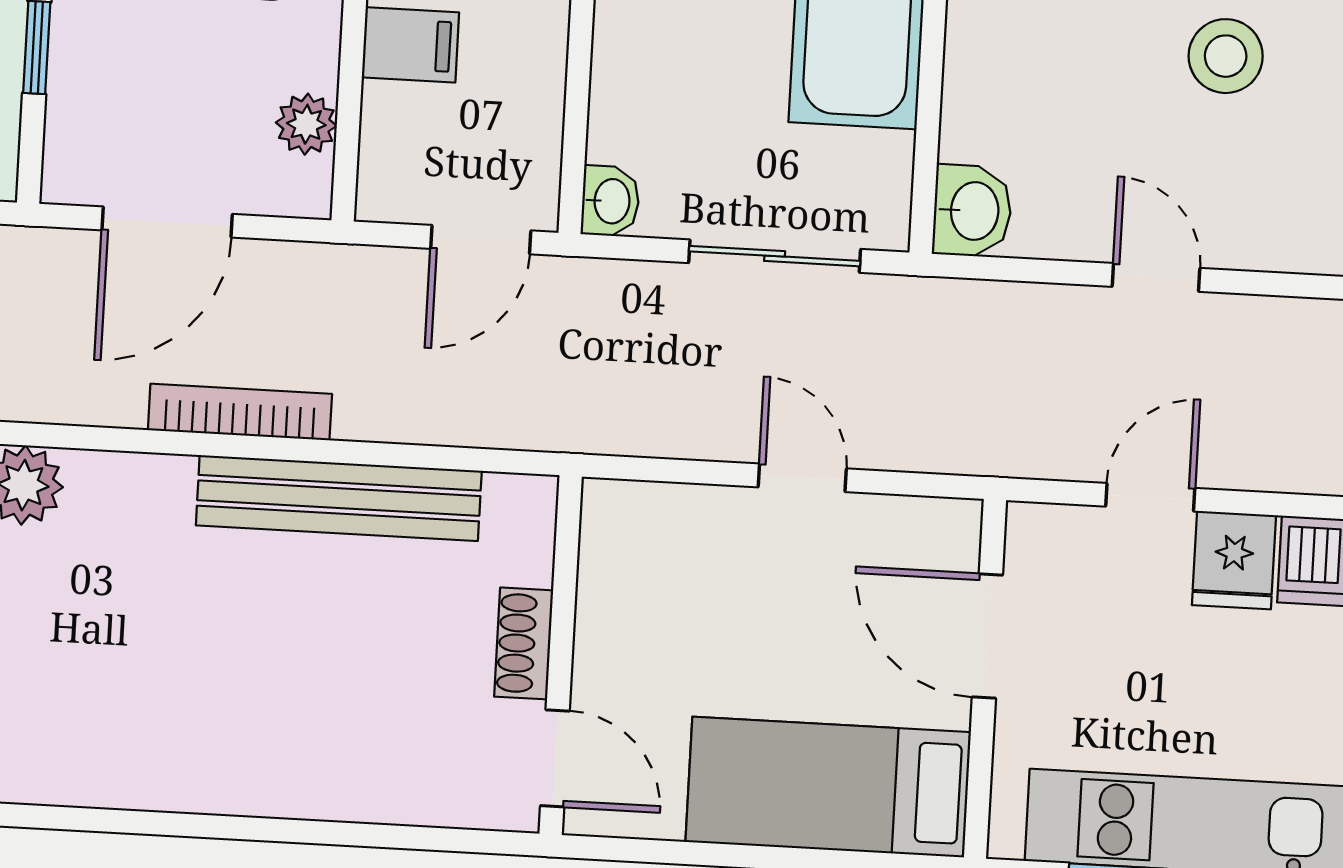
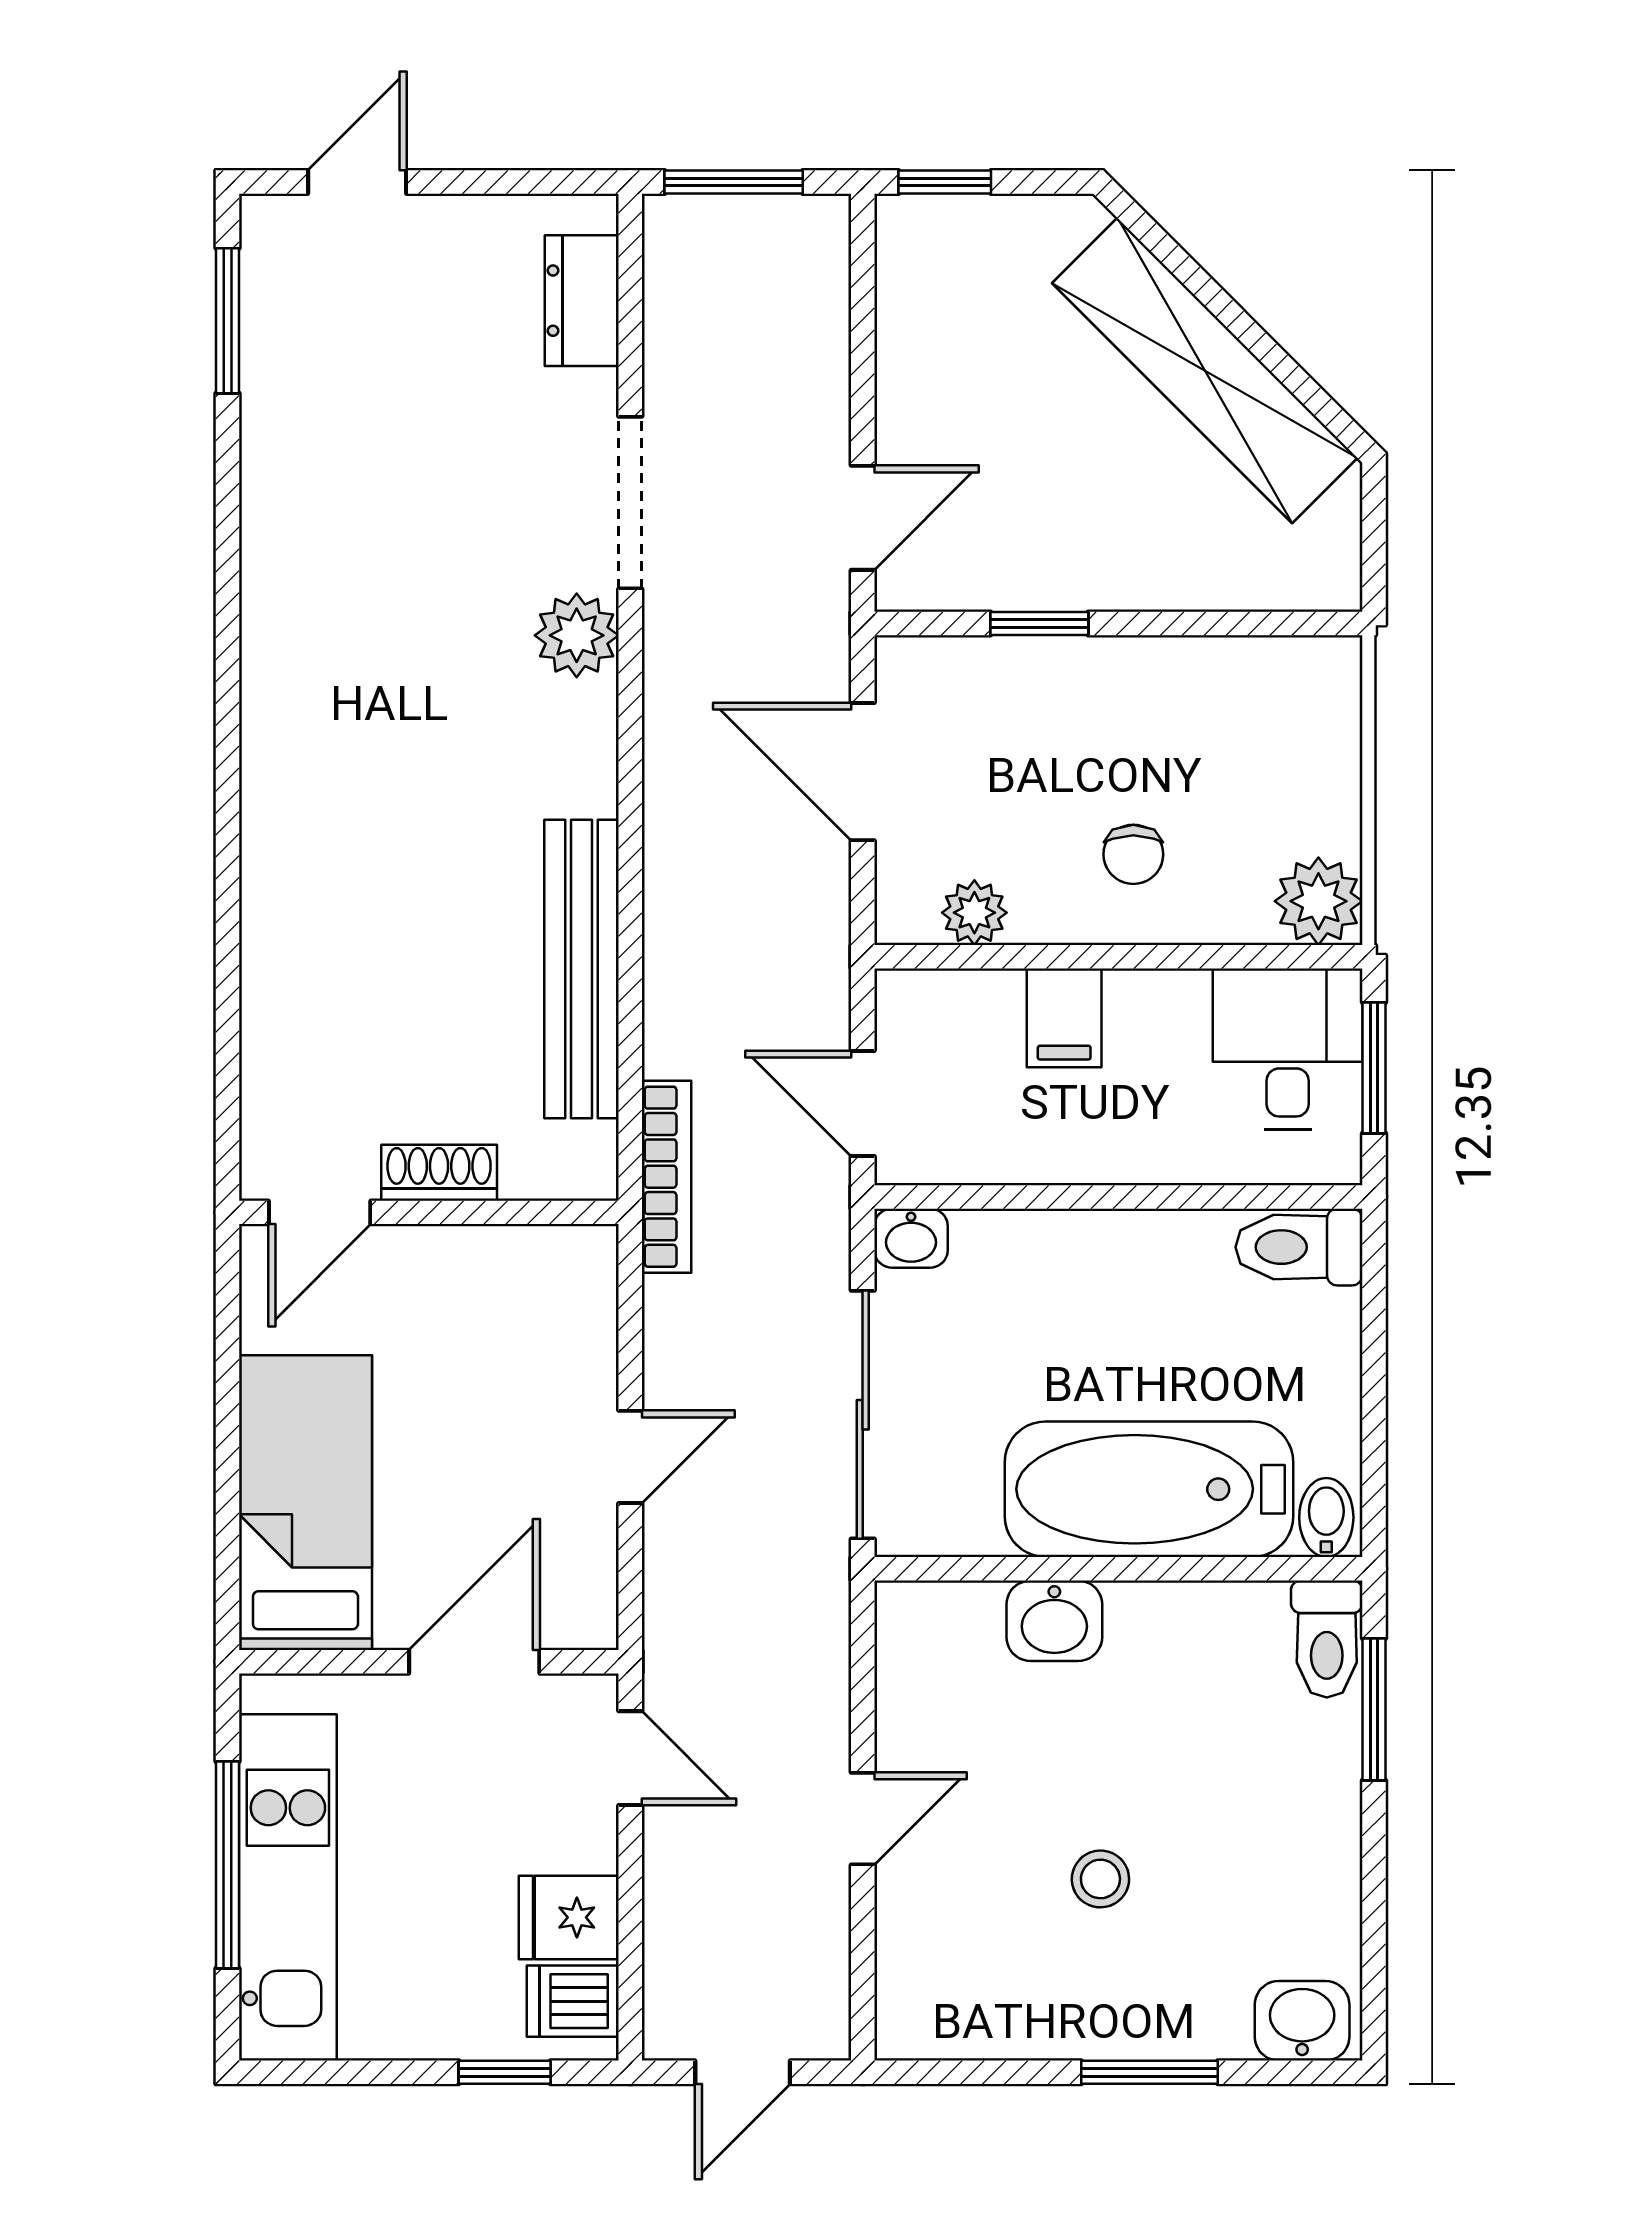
stool: (1226, 56) -> (1100, 1879), width x0.73, depth x0.73
washbasin: (972, 211) -> (1054, 1621), moved
sliding door: (775, 256) -> (863, 1415), width x1.37
bookcase: (240, 412) -> (667, 1177), moved
door: (1150, 497) -> (630, 1758), moved

